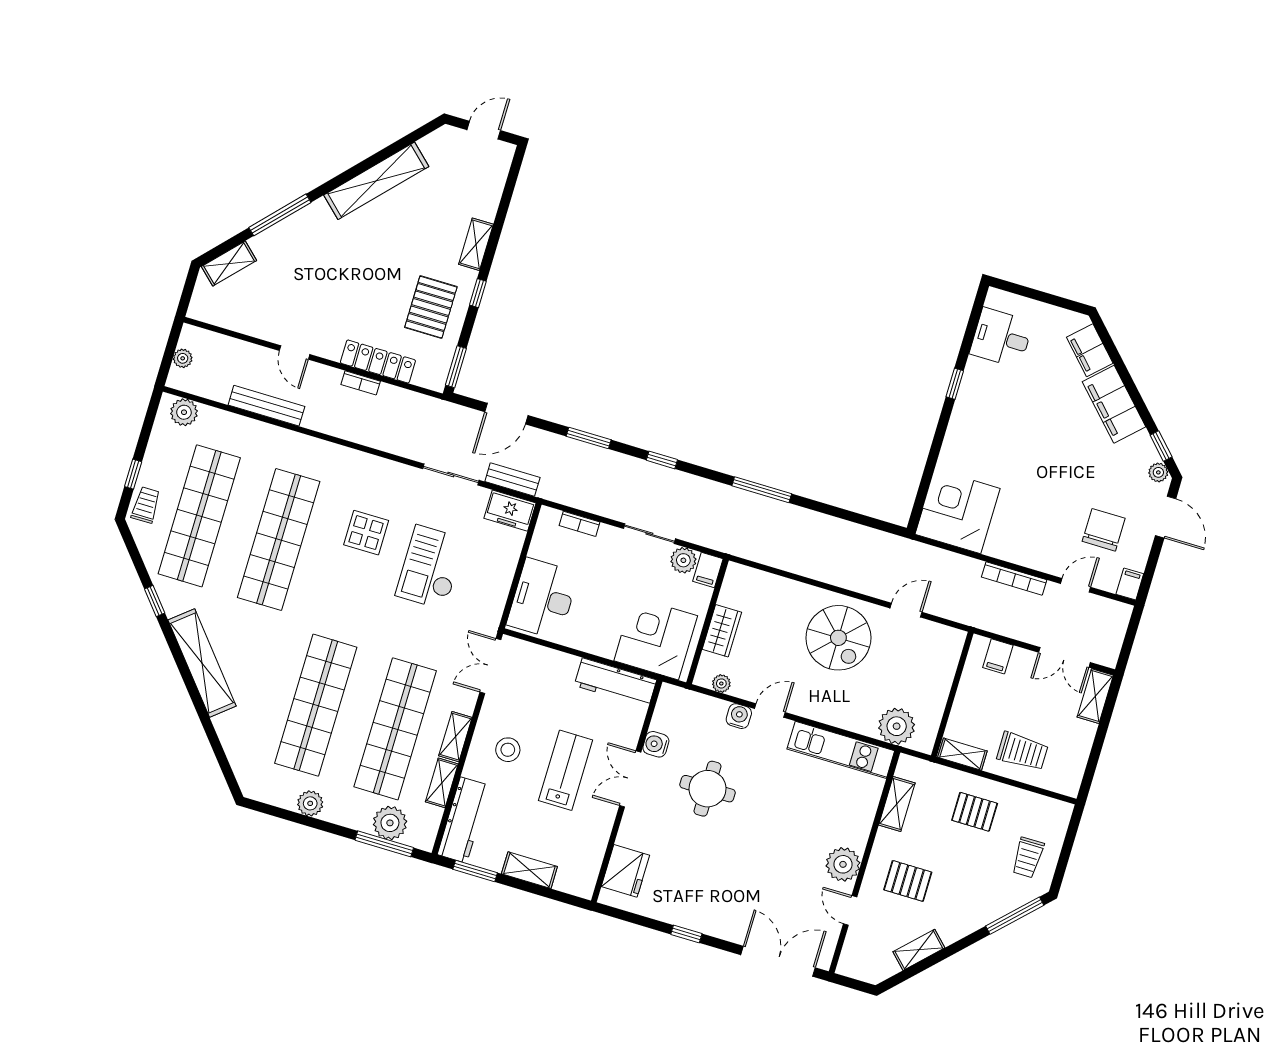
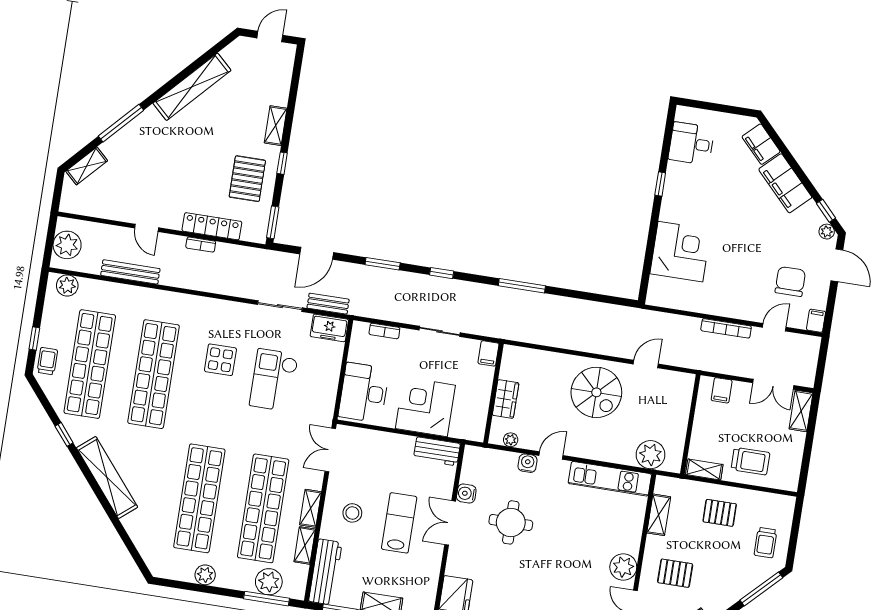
plant: (183, 358) -> (67, 245), width x1.87, depth x1.87
corner desk: (958, 511) -> (680, 252), moved, turned 90
plant: (683, 560) -> (469, 348), removed
corner desk: (656, 638) -> (425, 407), moved
workbench: (615, 683) -> (437, 451), width x0.73

